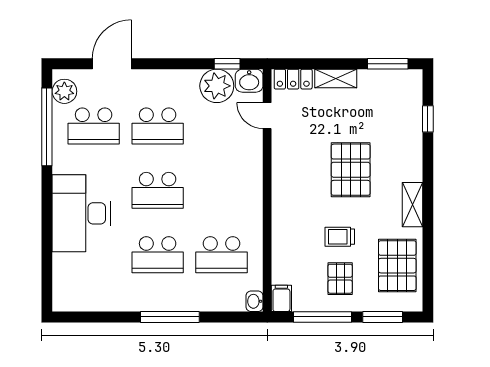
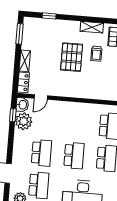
pallet: (351, 170) -> (72, 57), turned 90
trolley: (340, 237) -> (96, 54), moved

